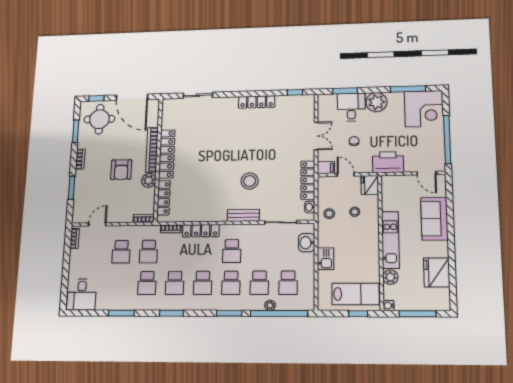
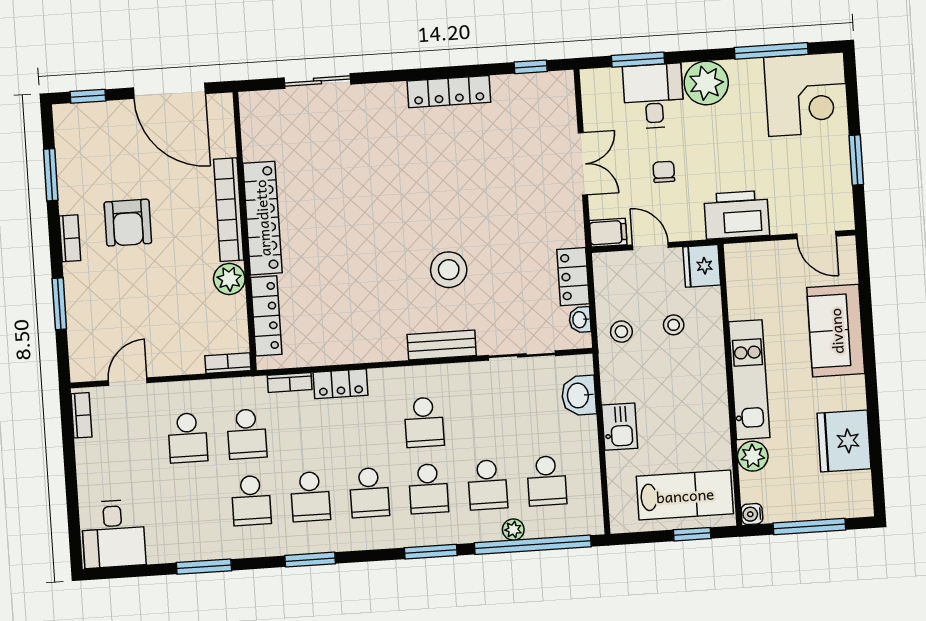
round table: (99, 119) -> (101, 145), removed
window: (447, 139) -> (856, 160), width x0.47
armchair: (121, 170) -> (128, 223), moved
locker: (308, 180) -> (573, 277), width x0.66
locker: (201, 231) -> (341, 384), width x0.66

